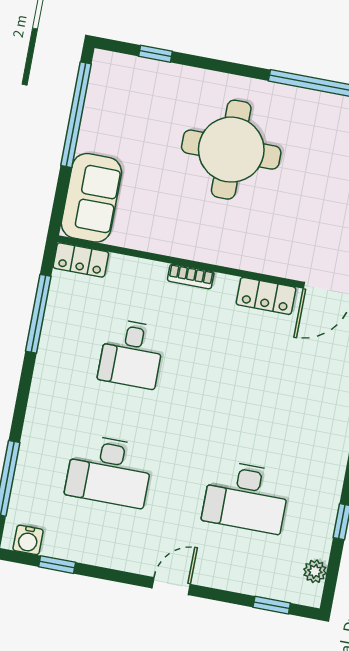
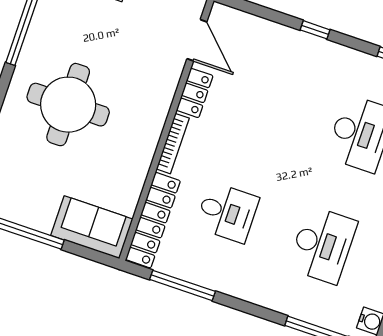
locker: (81, 260) -> (153, 220), width x2.16, depth x1.21
bookcase: (191, 276) -> (173, 144), width x1.56

